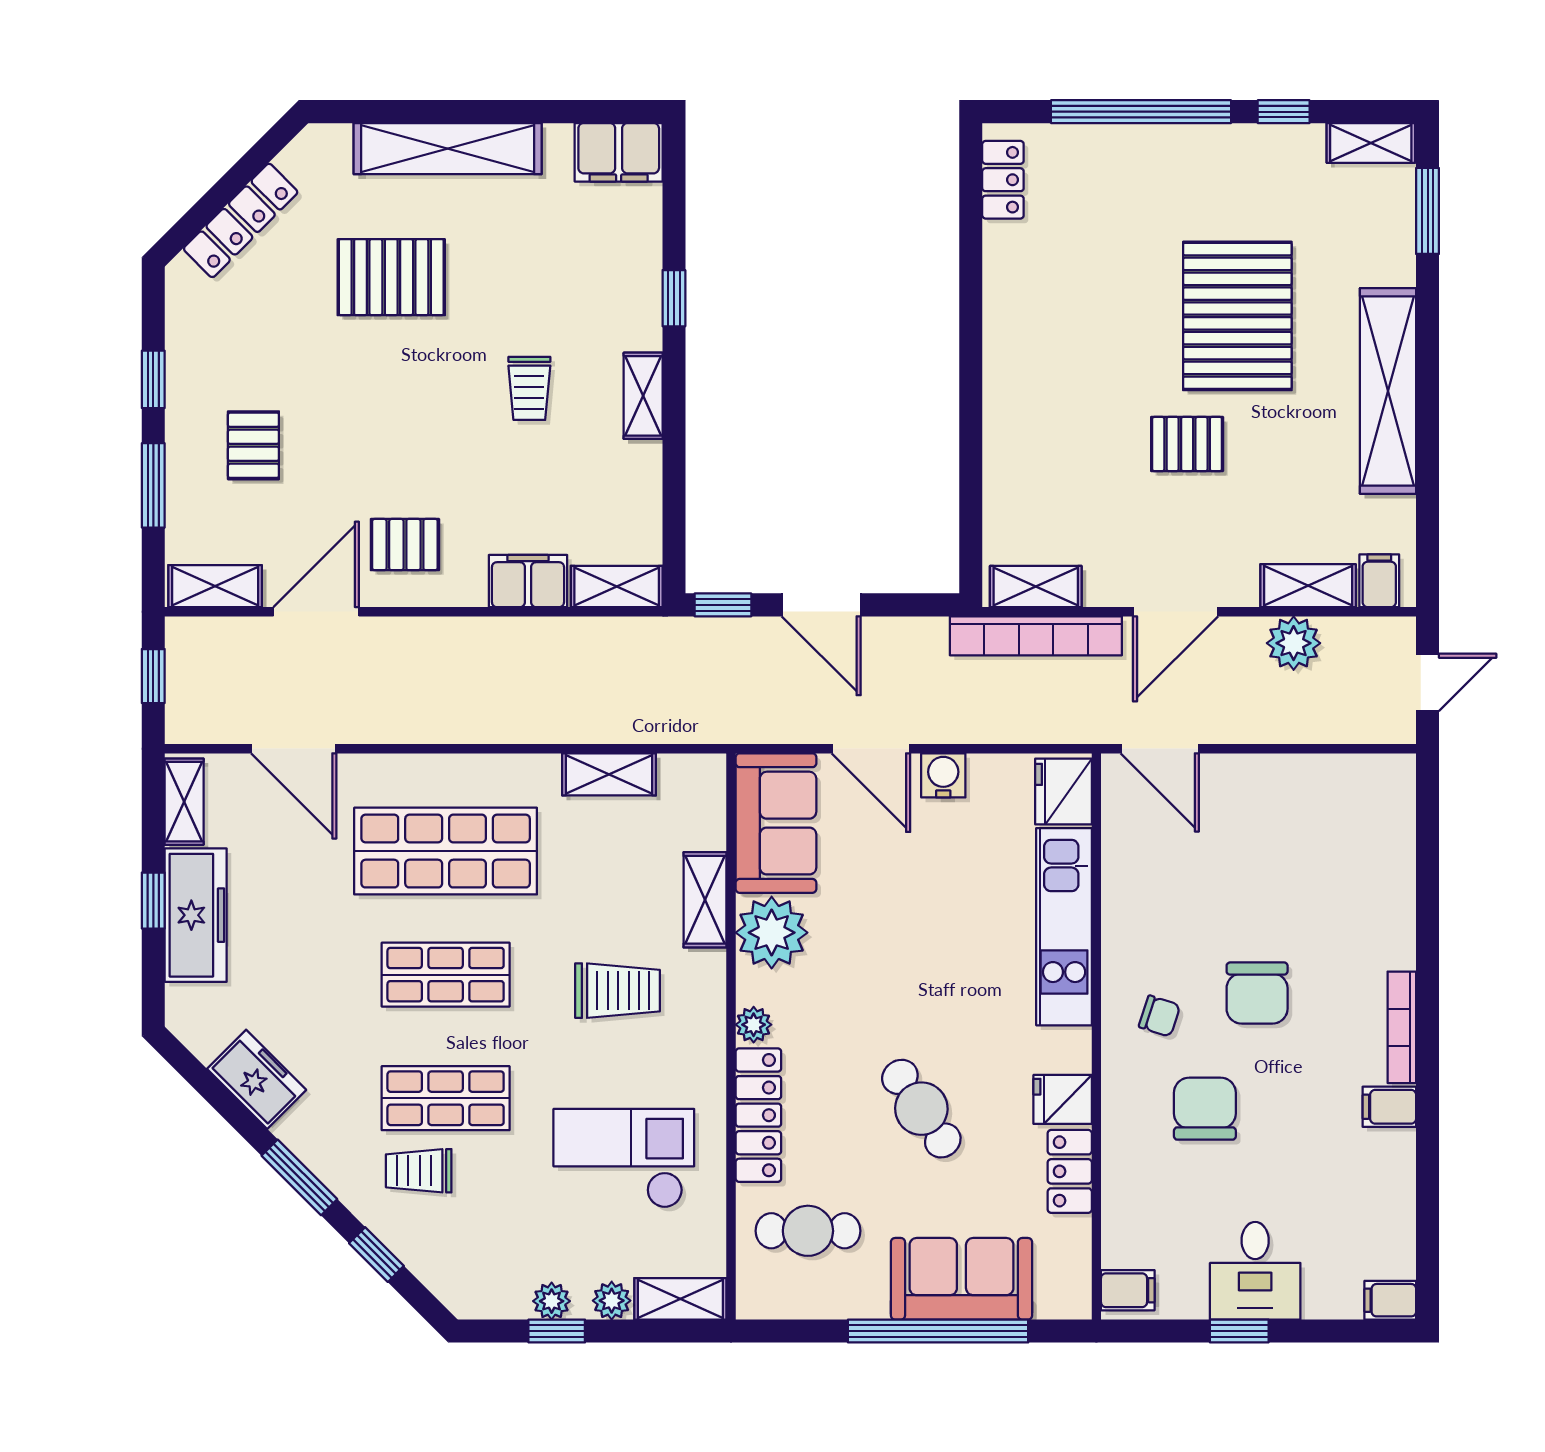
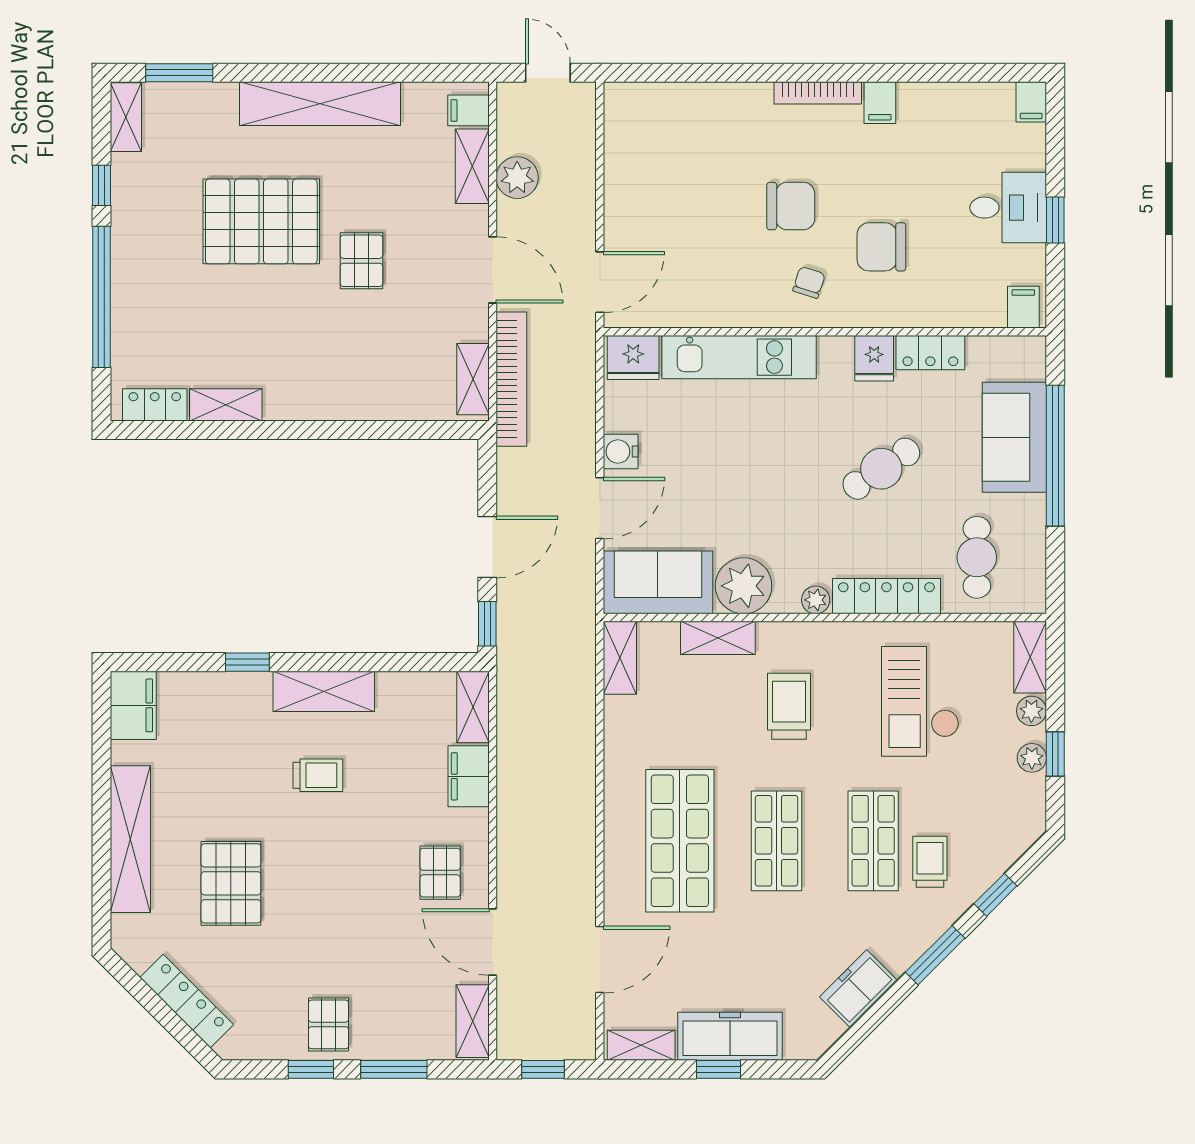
shelving: (1003, 271) -> (226, 405), added
shelving: (643, 396) -> (324, 691), width x1.50, depth x1.33
pallet: (253, 445) -> (329, 1024), moved, turned 90
shelving: (609, 774) -> (620, 658), moved
trolley: (419, 1171) -> (930, 862), turned 180

